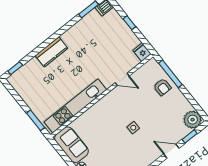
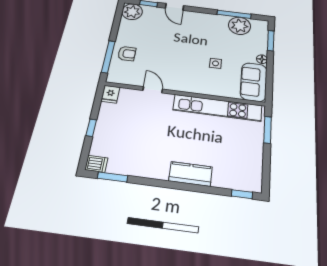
armchair: (162, 87) -> (127, 54), turned 90
side table: (133, 128) -> (216, 63), moved

